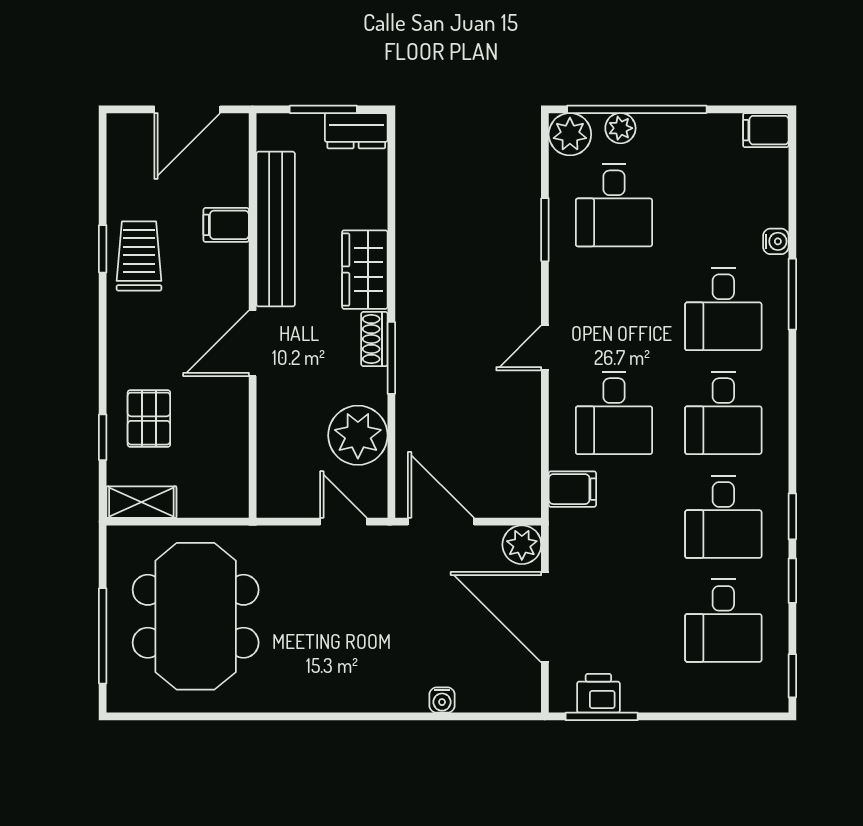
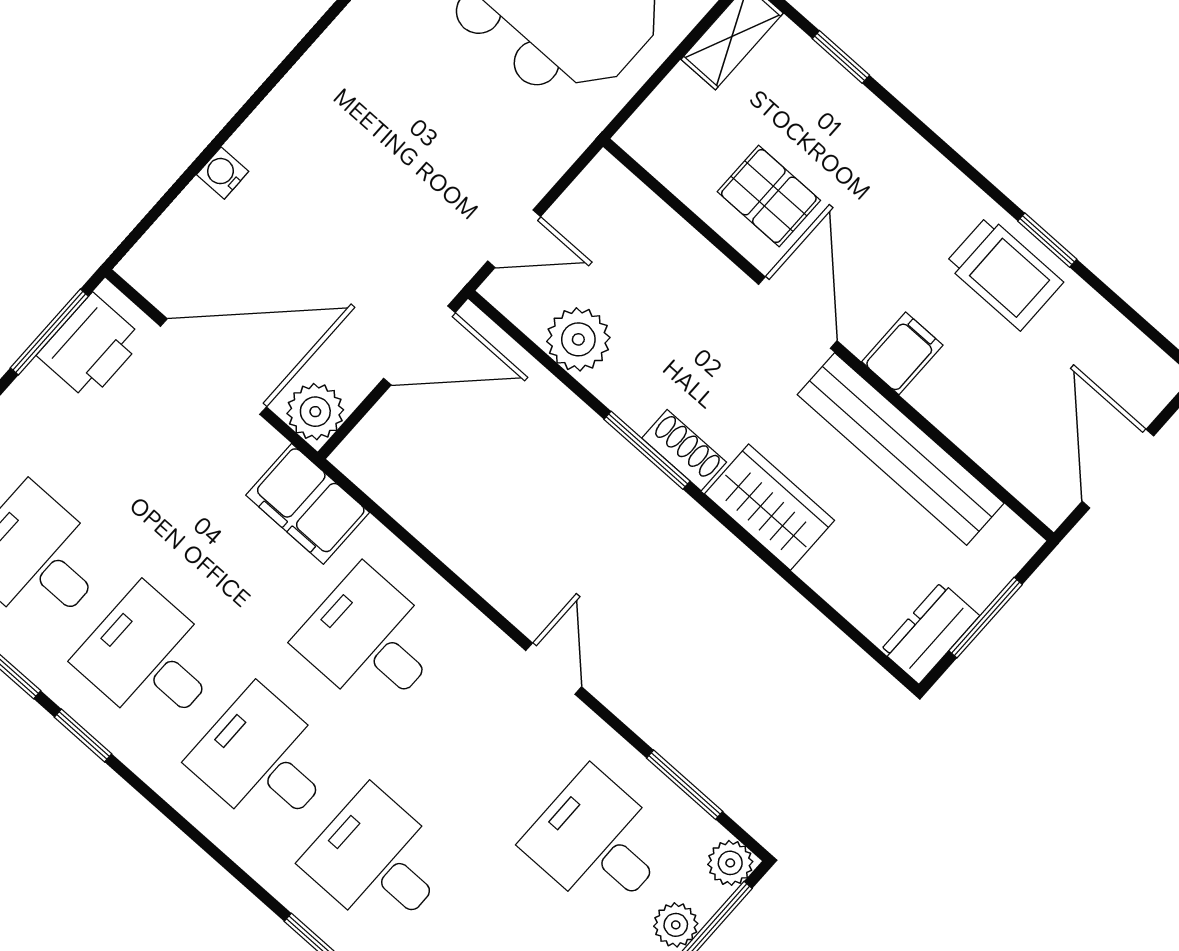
plant: (570, 134) -> (730, 863), width x0.73, depth x0.73
filing cabinet: (226, 225) -> (902, 353), moved
window: (545, 230) -> (685, 785), moved
door: (545, 348) -> (554, 669), moved
pallet: (149, 419) -> (769, 196), moved
plant: (358, 435) -> (578, 339), width x0.73, depth x0.73
filing cabinet: (572, 489) -> (308, 504), width x2.00
printer: (598, 693) -> (91, 347), width x1.36, depth x1.24

